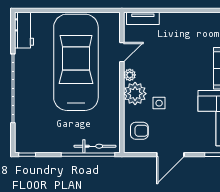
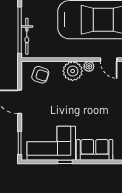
side table: (159, 103) -> (64, 92), removed
armchair: (139, 131) -> (40, 75), turned -72

